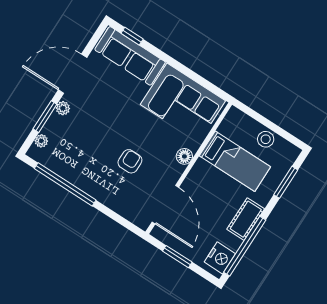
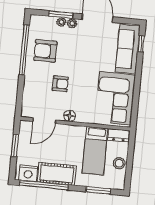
dresser: (231, 122) -> (119, 135), added
plant: (41, 141) -> (61, 22), moved
floor lamp: (184, 156) -> (70, 116), moved
armchair: (80, 159) -> (45, 51), added
door: (165, 205) -> (44, 121), width x0.73
cot: (246, 219) -> (57, 174), width x1.37, depth x1.34

